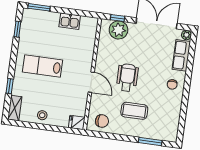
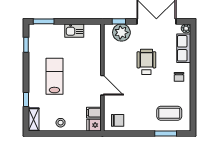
lab bench: (43, 66) -> (54, 76), turned 90
wheelchair: (127, 78) -> (146, 62), moved
filing cabinet: (78, 110) -> (94, 113), added
coffee table: (134, 111) -> (169, 113), moved

